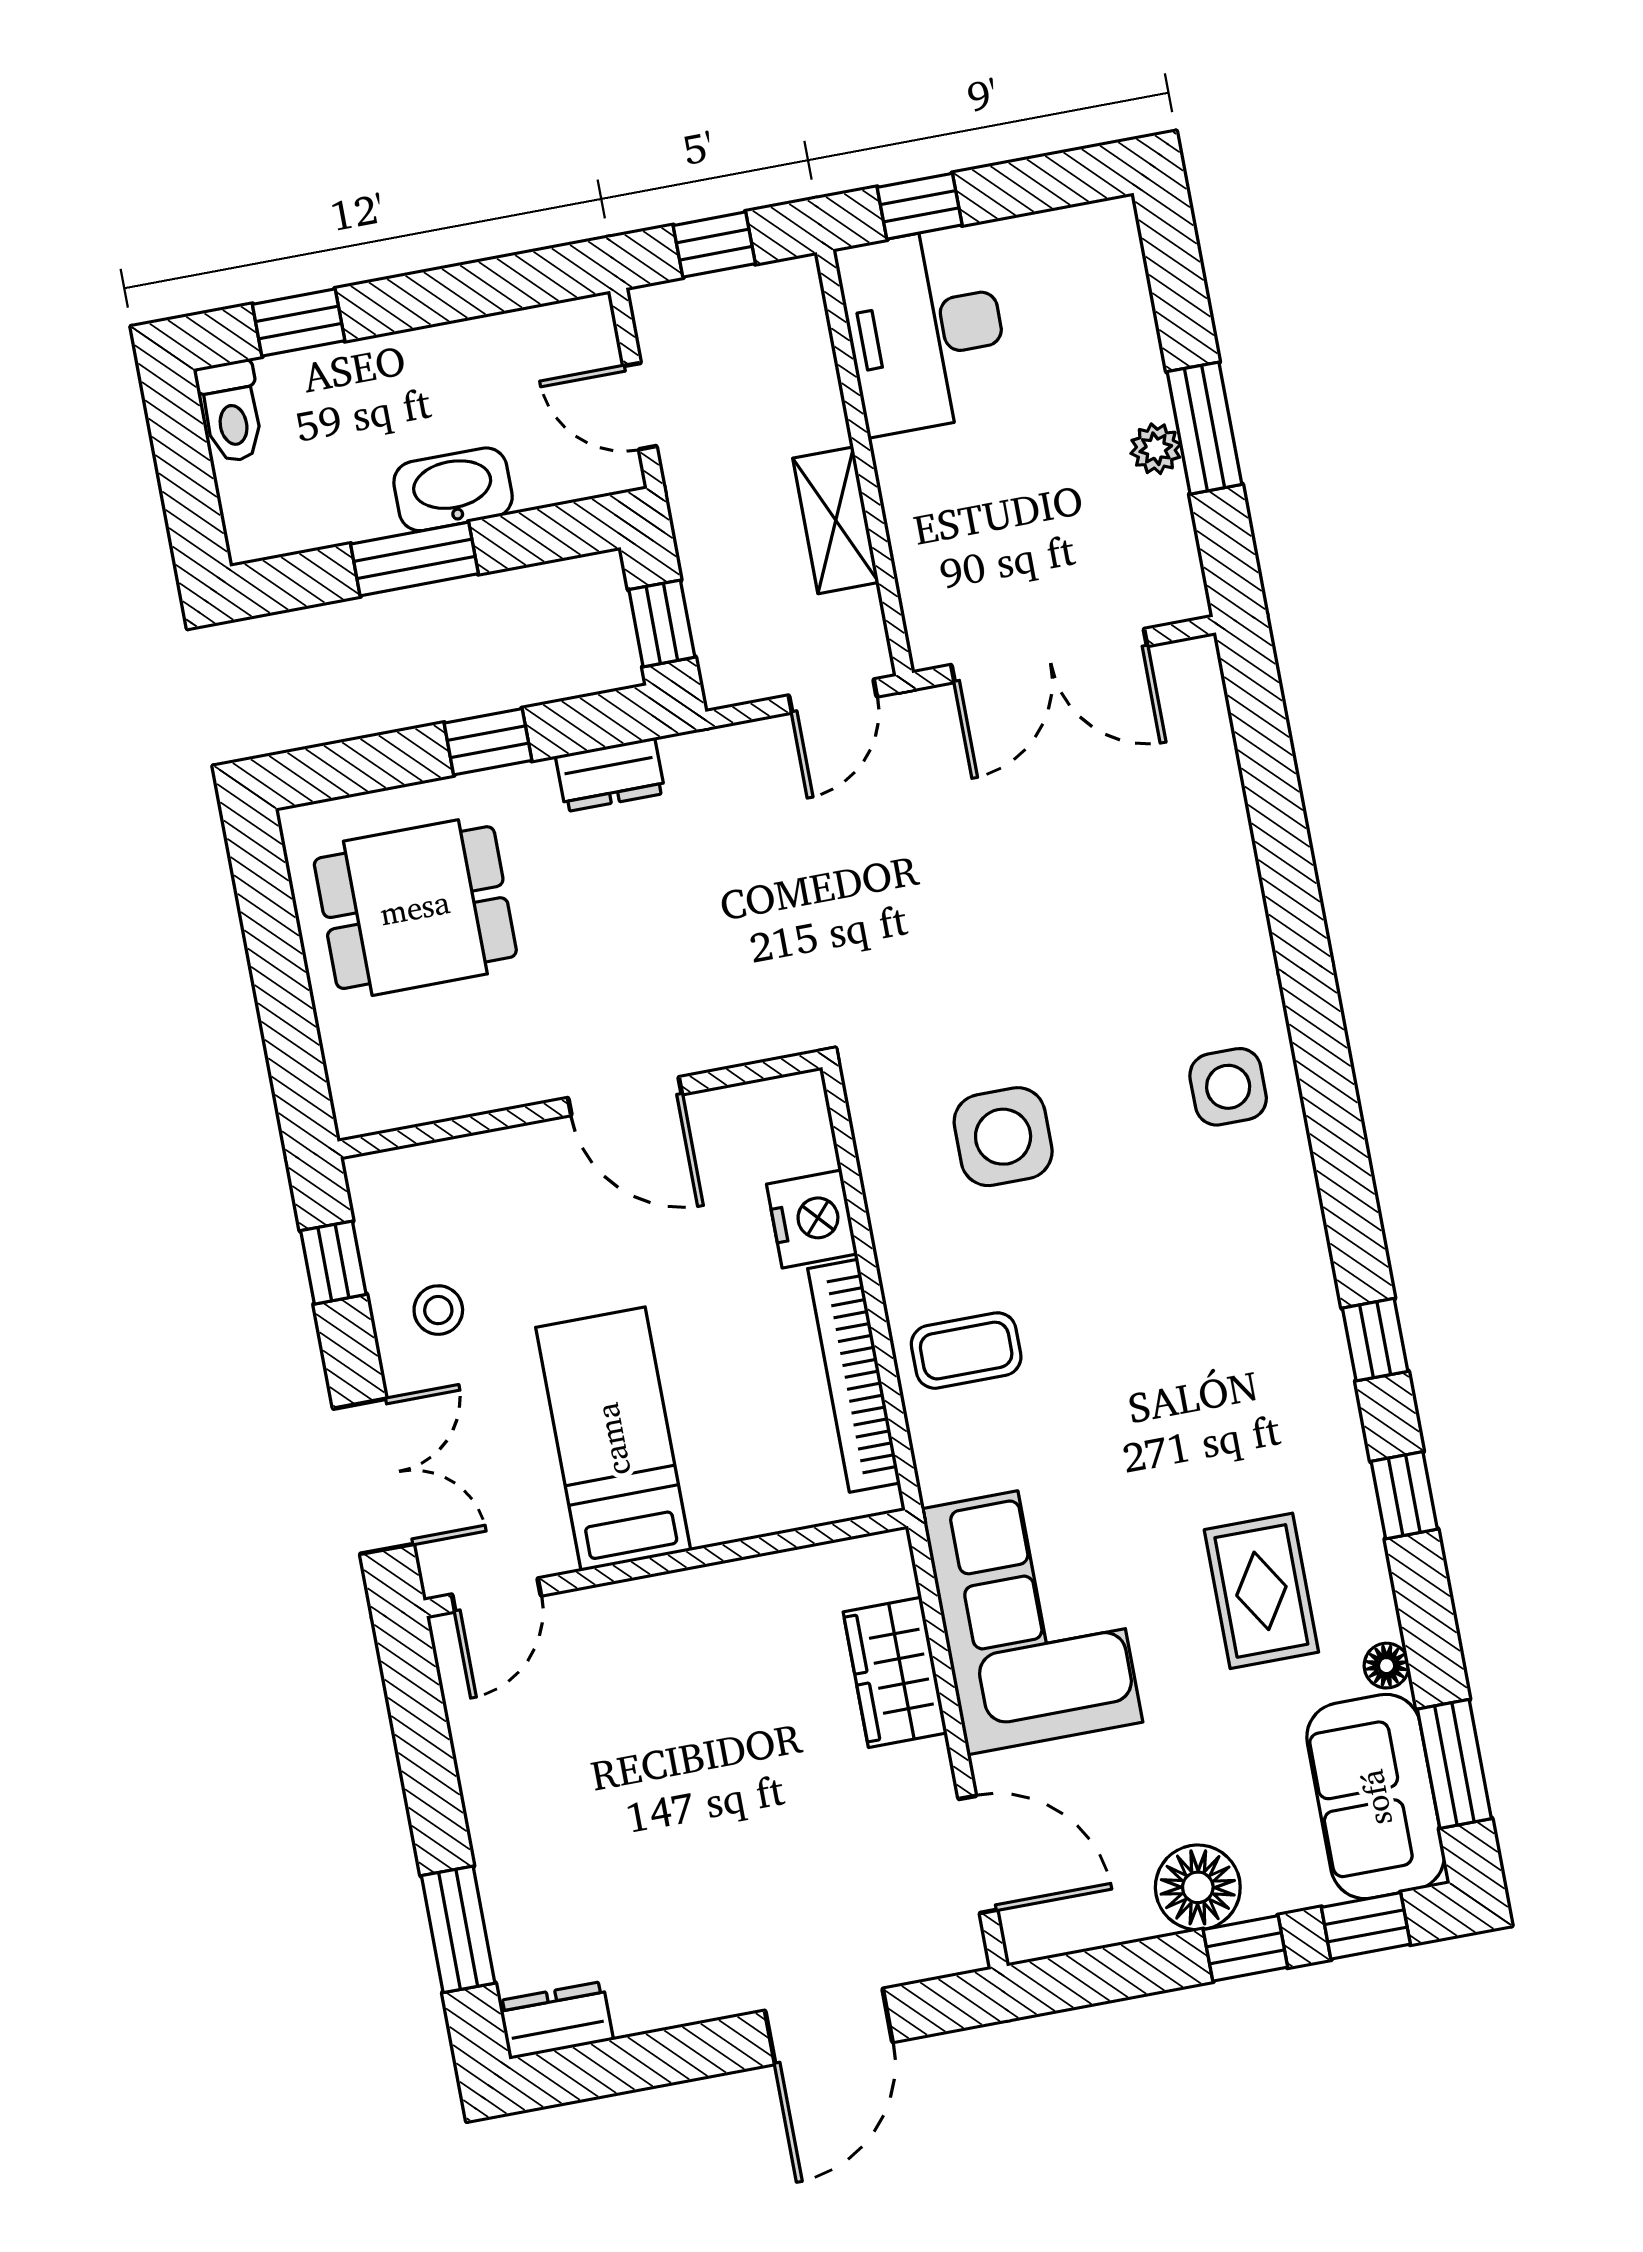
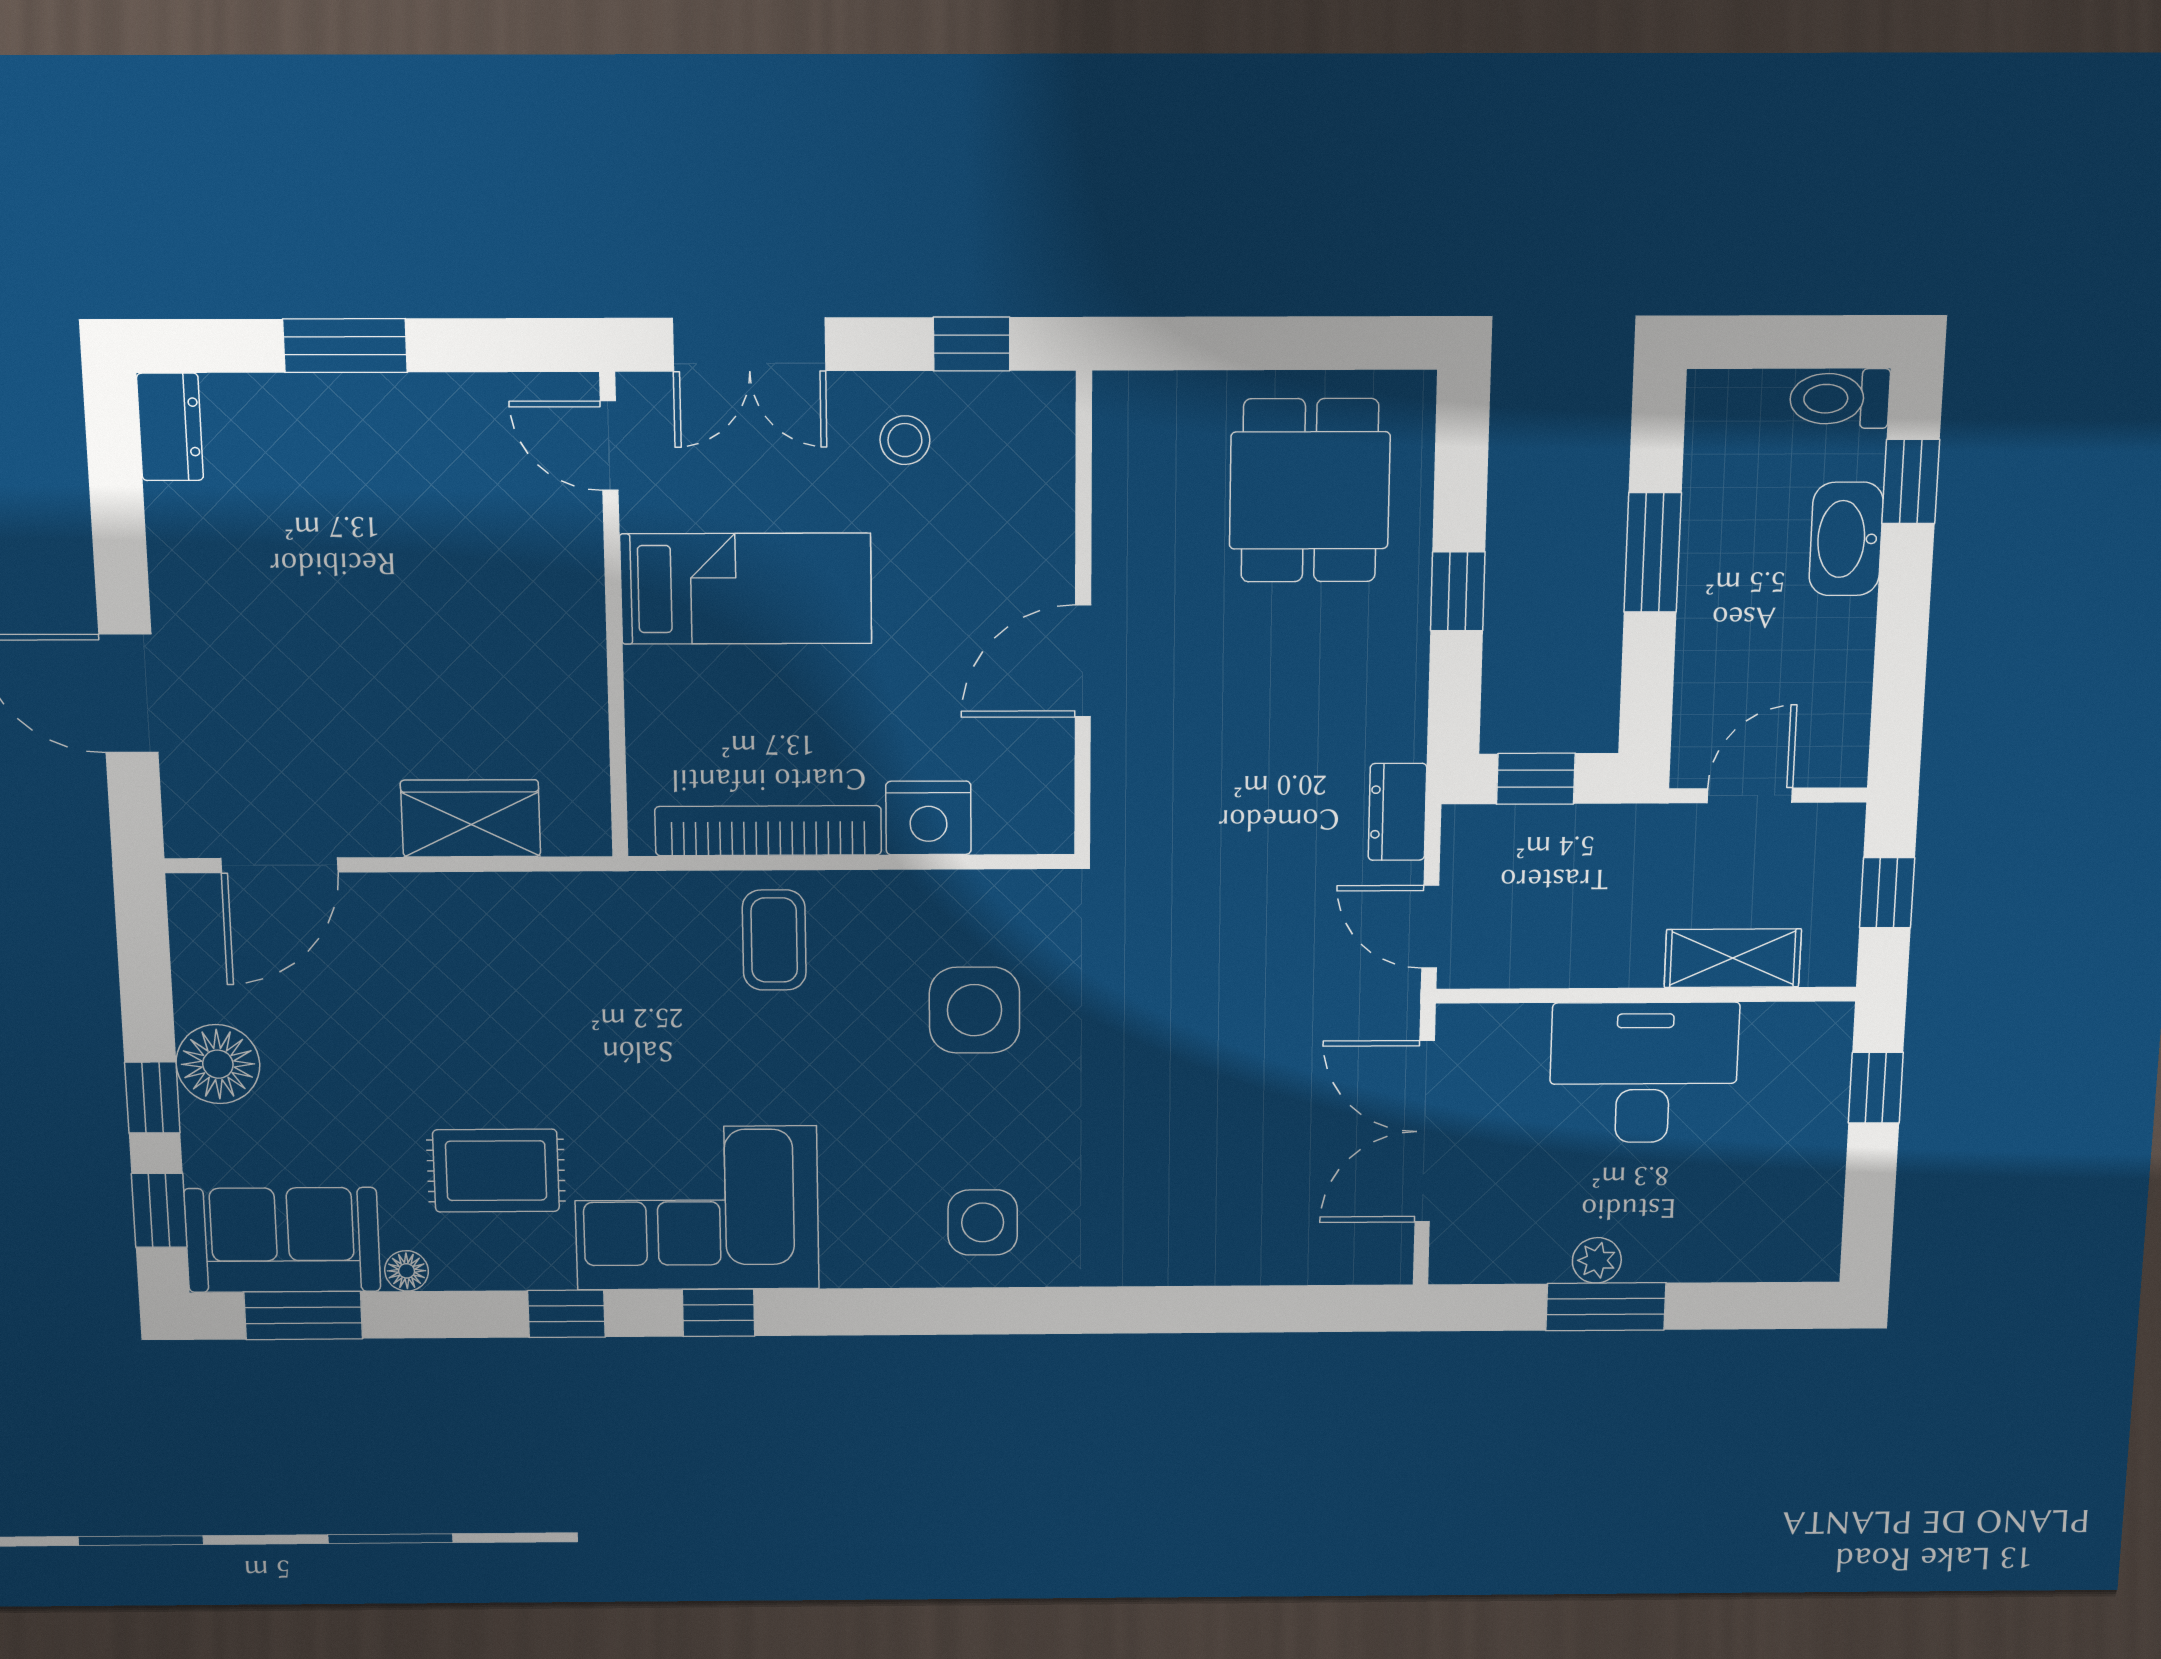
desk: (925, 330) -> (1644, 1073), moved
washbasin: (453, 489) -> (1846, 539), moved, turned 180
shelving: (836, 520) -> (1733, 958), moved
dresser: (610, 775) -> (1397, 812), moved
corner sofa: (1032, 1615) -> (697, 1208), moved, turned 180
window: (458, 1929) -> (345, 346), moved

